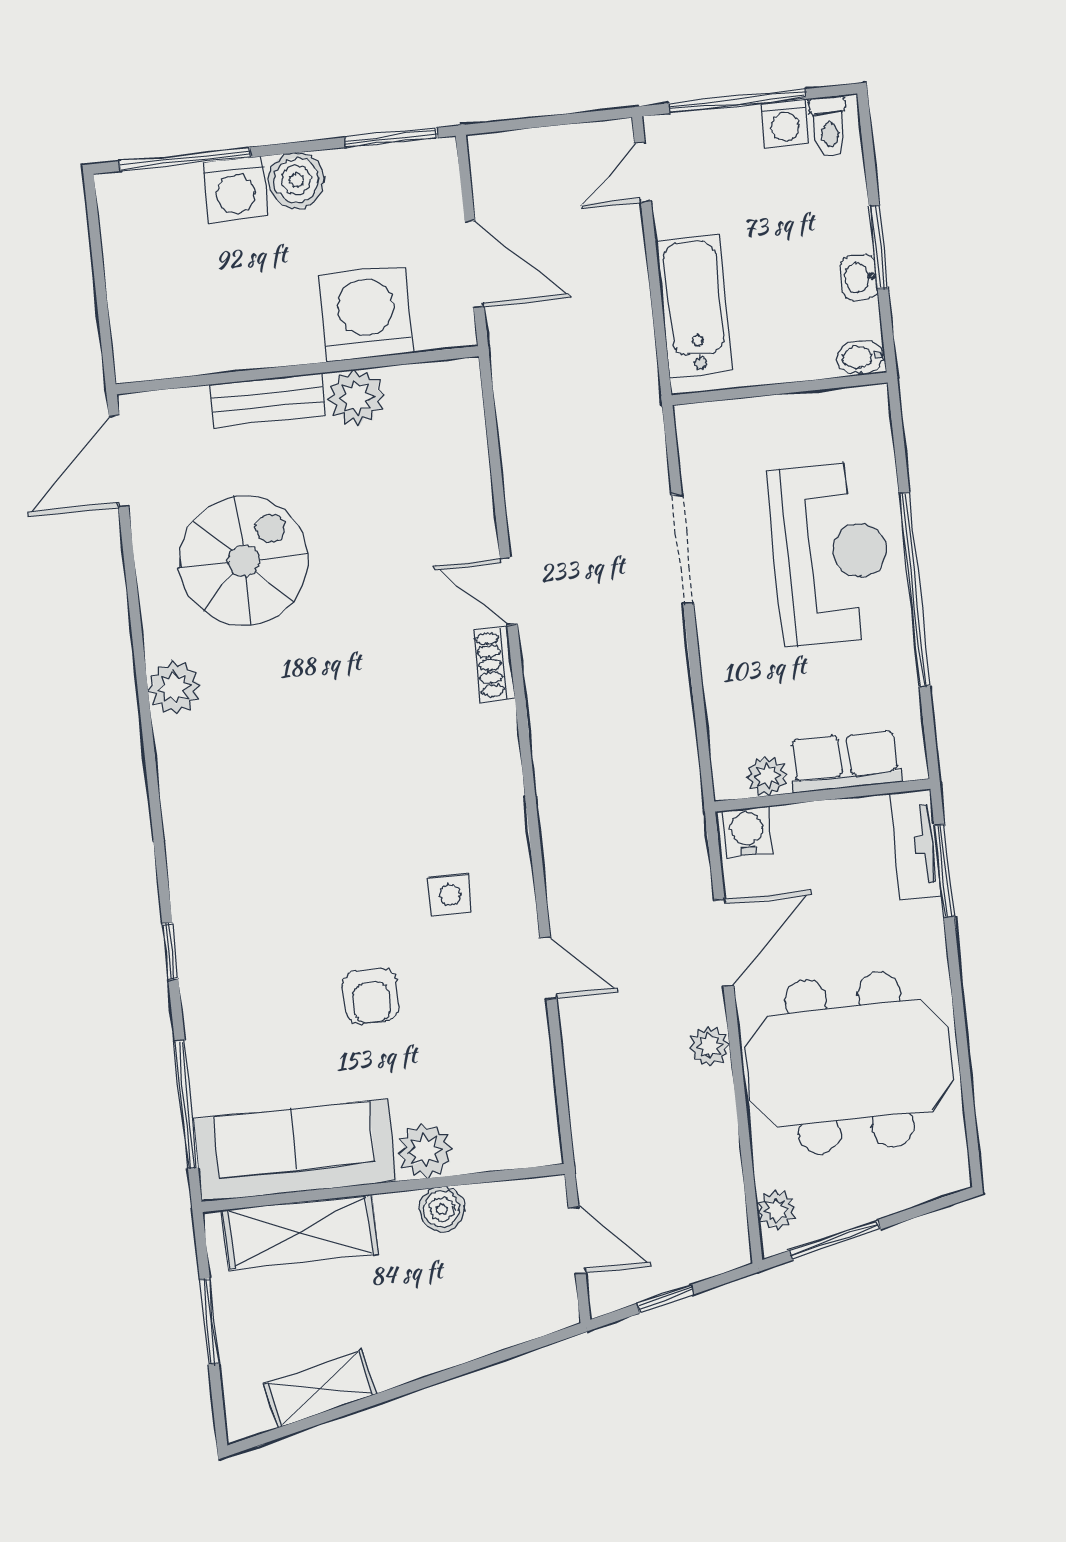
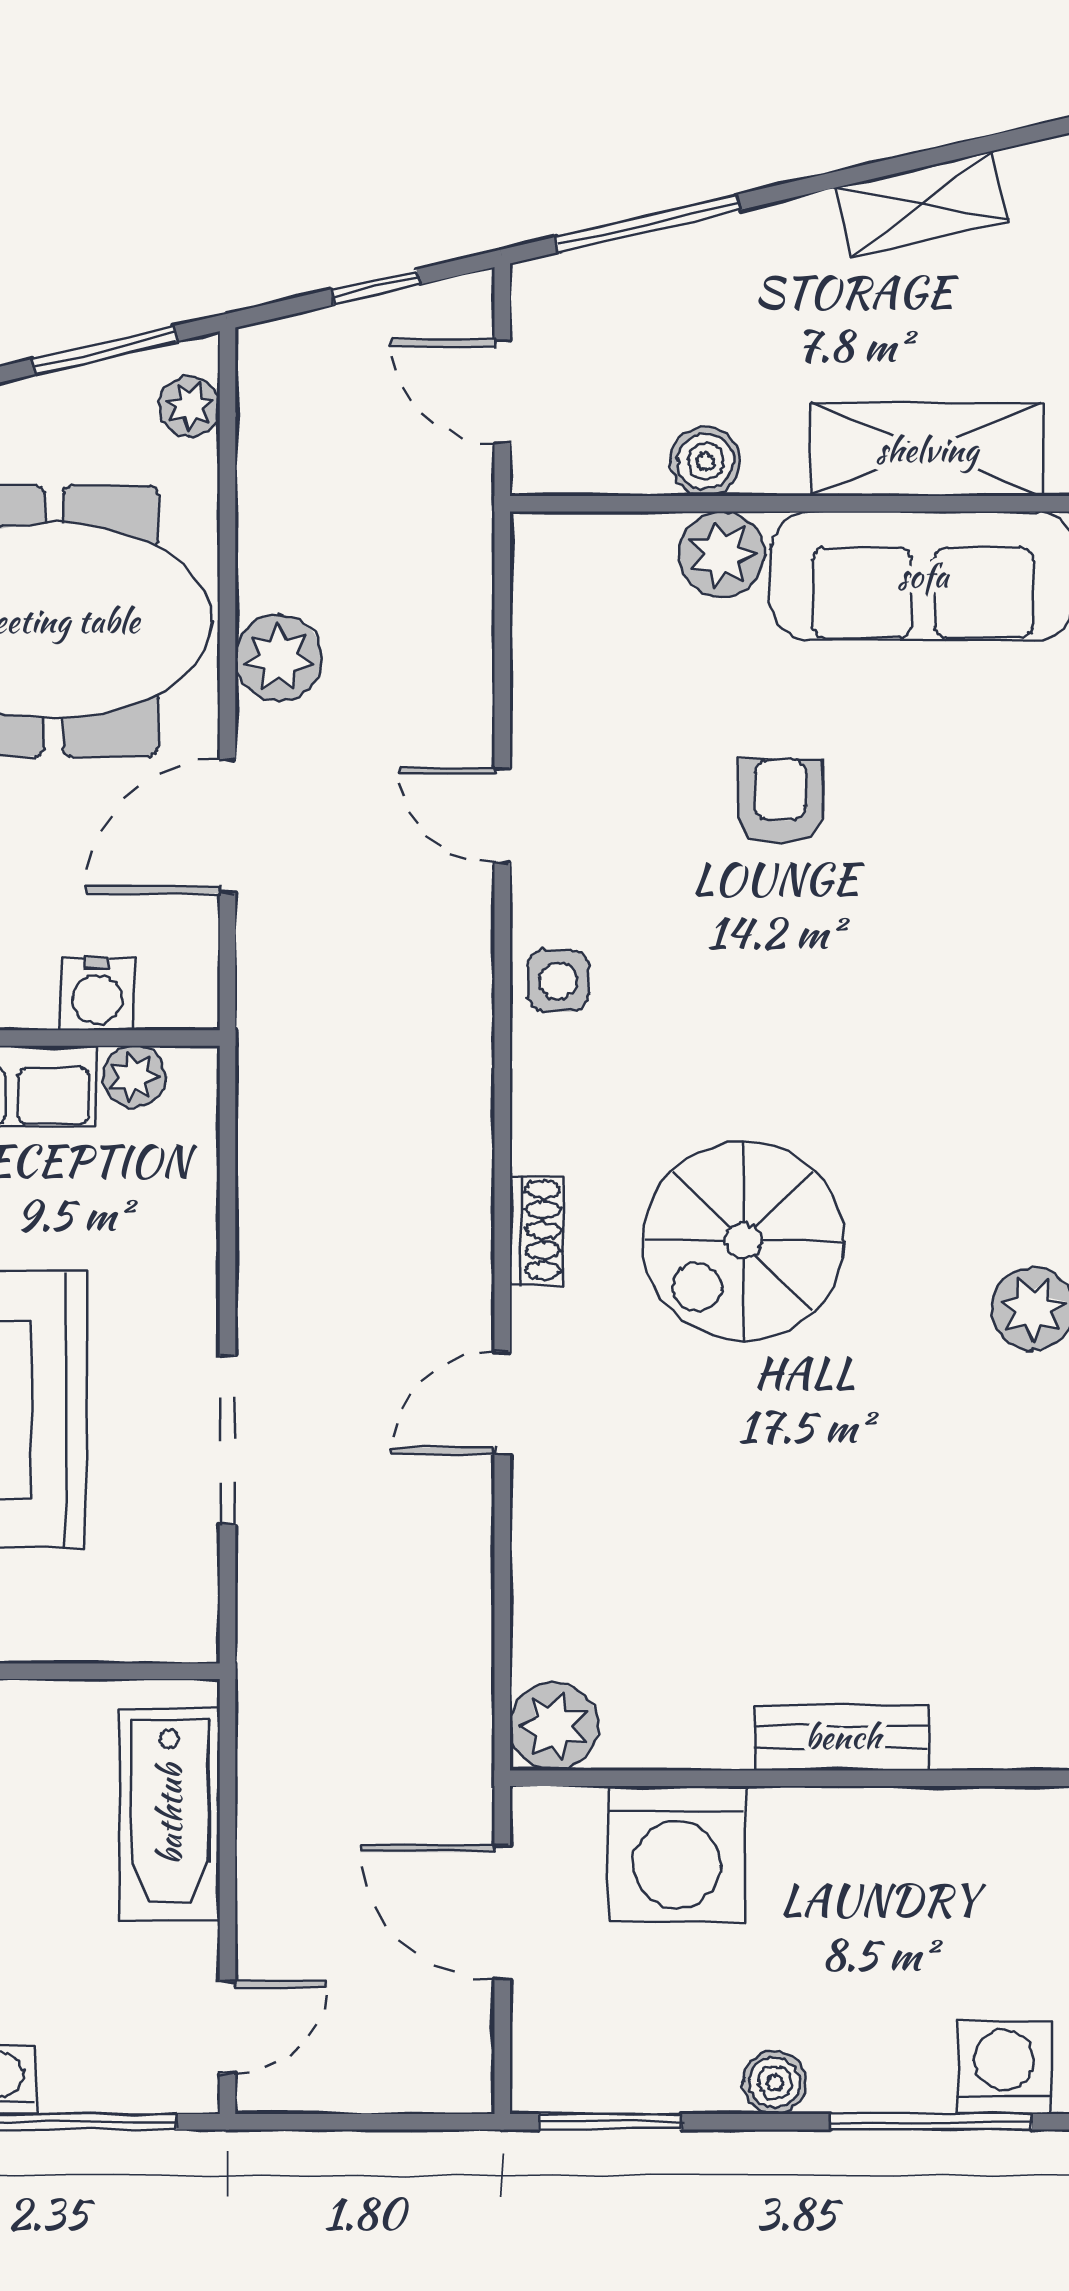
boiler: (296, 180) -> (775, 2082), width x0.73, depth x0.73
washing machine: (235, 189) -> (1004, 2067), moved
plant: (356, 398) -> (554, 1726), moved
spiral stairs: (244, 561) -> (743, 1241), moved
door: (509, 591) -> (502, 1403), swing flipped
shoe rack: (494, 664) -> (537, 1230), moved
water cooler: (747, 832) -> (97, 994), moved
side table: (450, 895) -> (558, 981), moved
plant: (709, 1046) -> (278, 658), width x1.38, depth x1.38
window: (495, 1358) -> (648, 223), added

